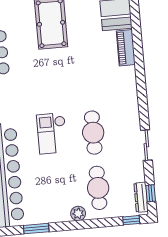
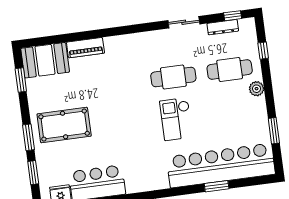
checkout: (52, 133) -> (176, 119), turned 90
dresser: (141, 197) -> (223, 27), moved
window: (131, 220) -> (263, 51), moved

